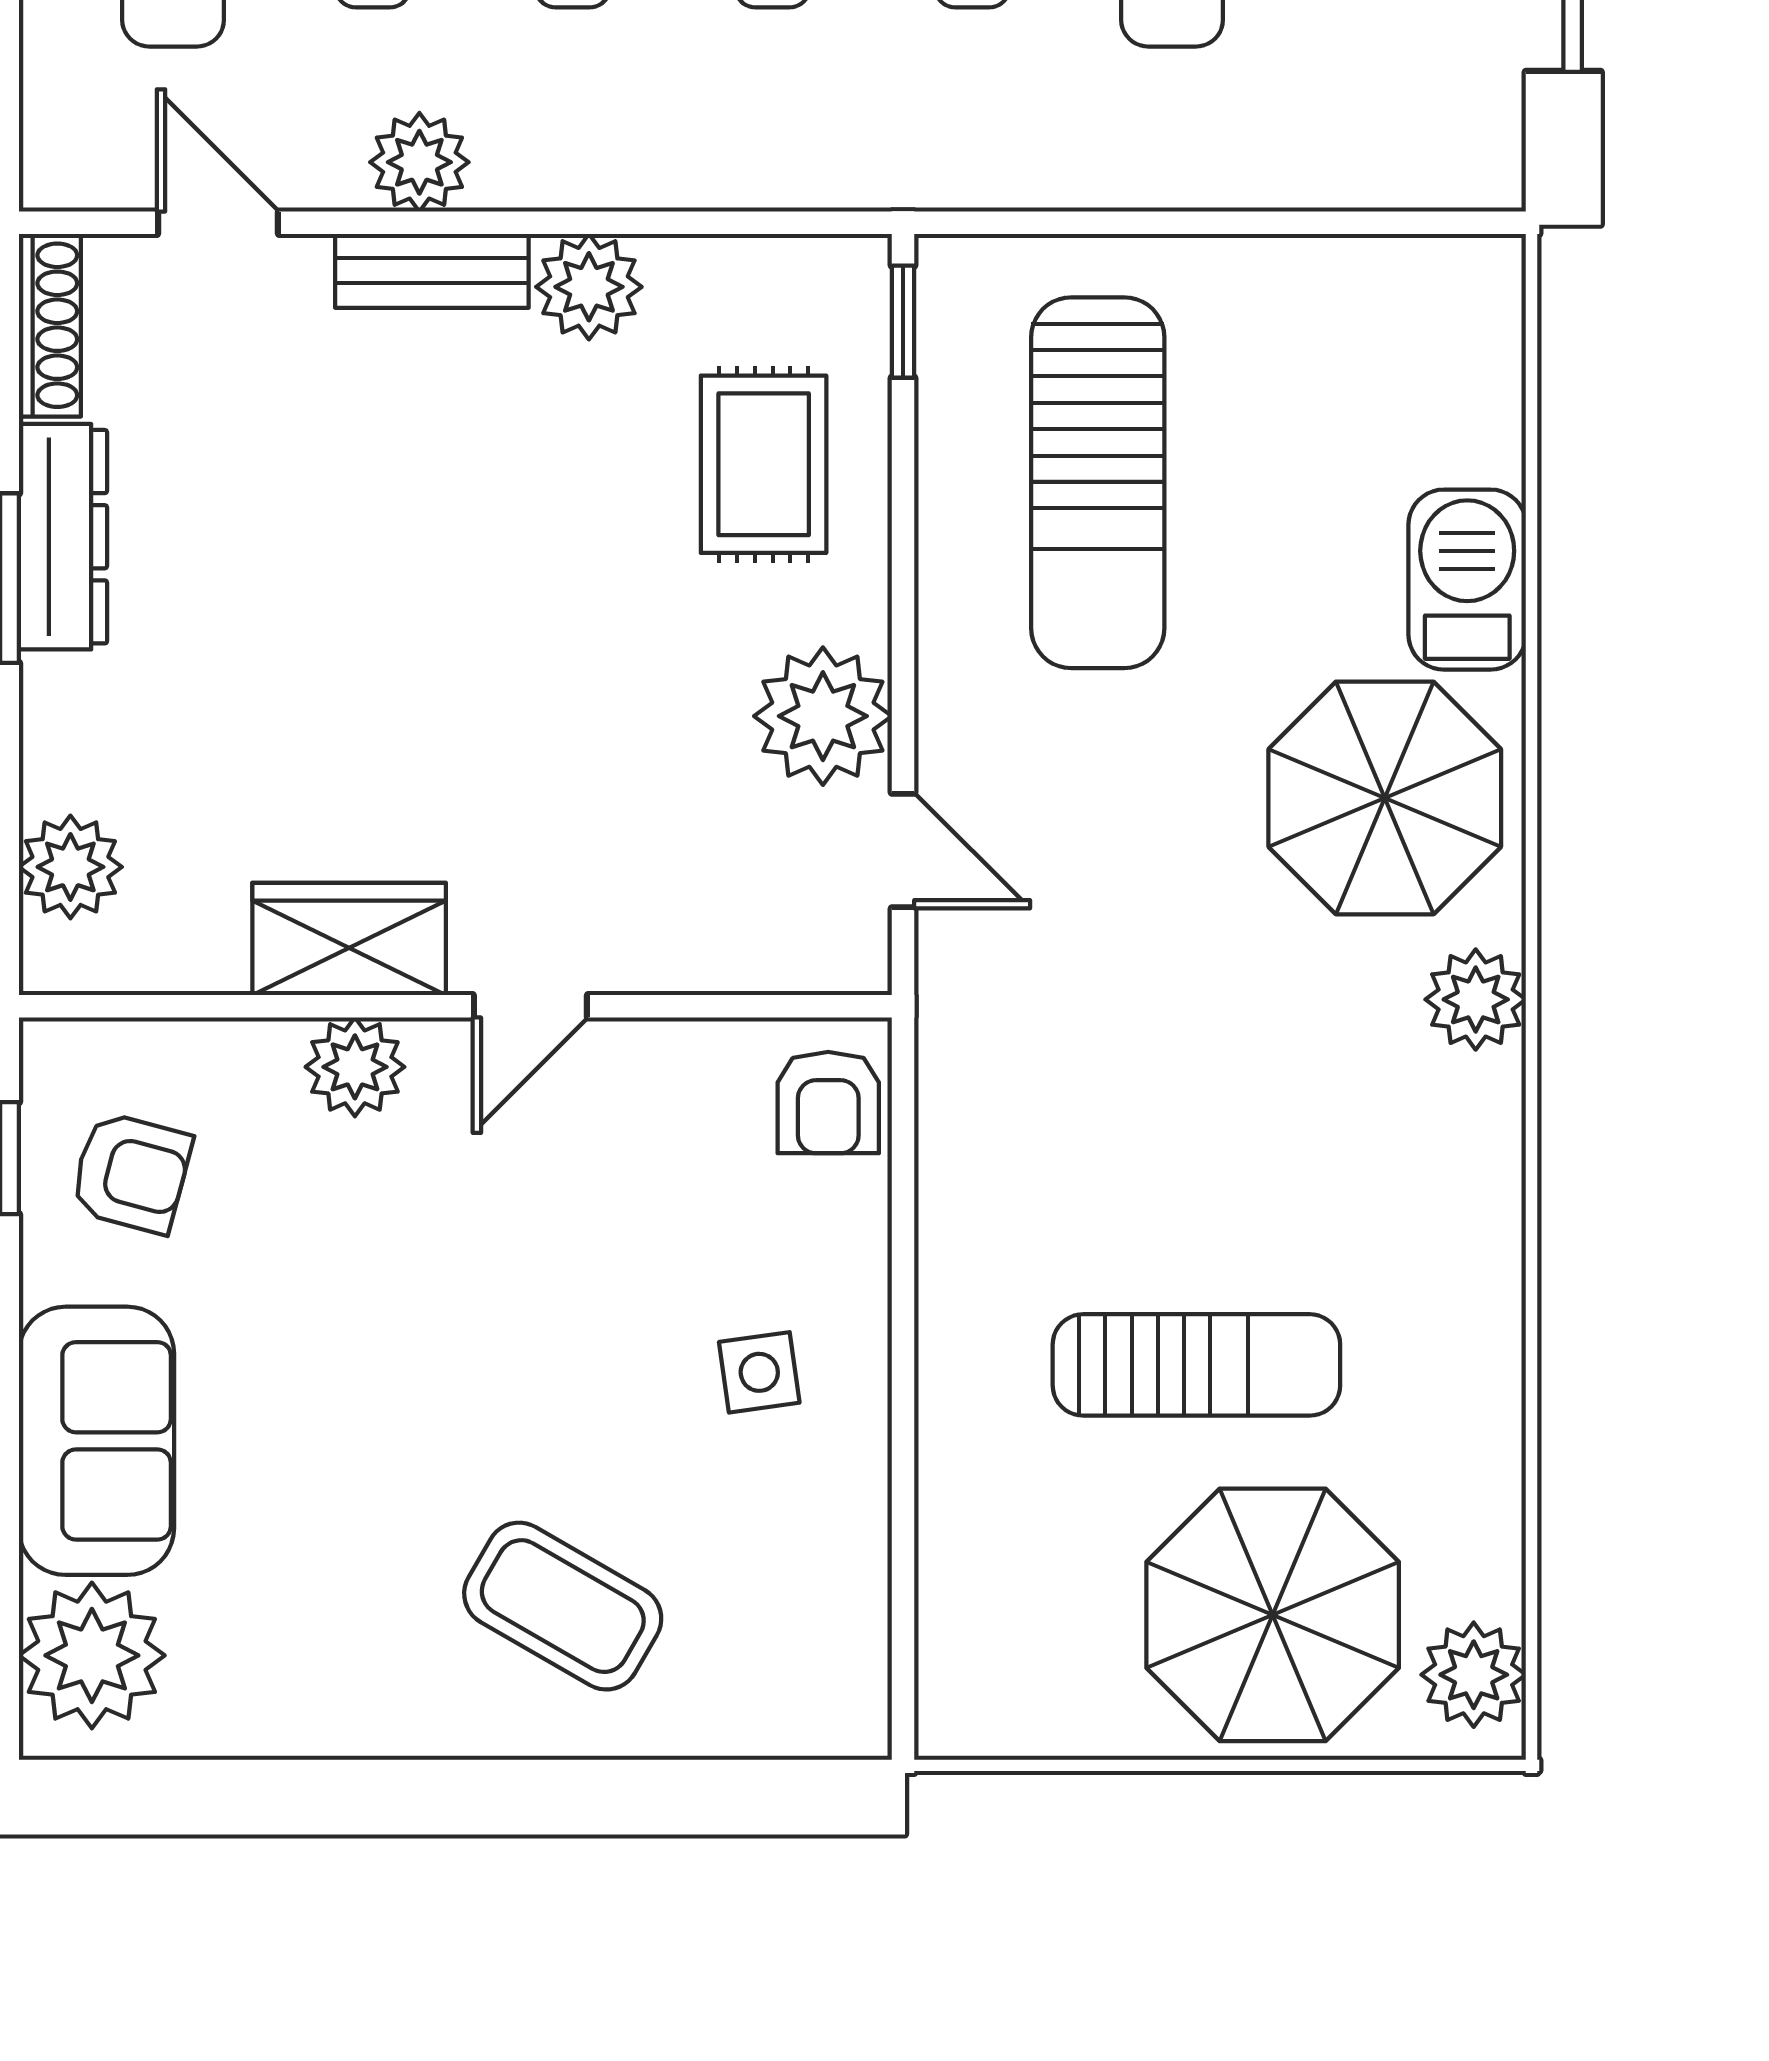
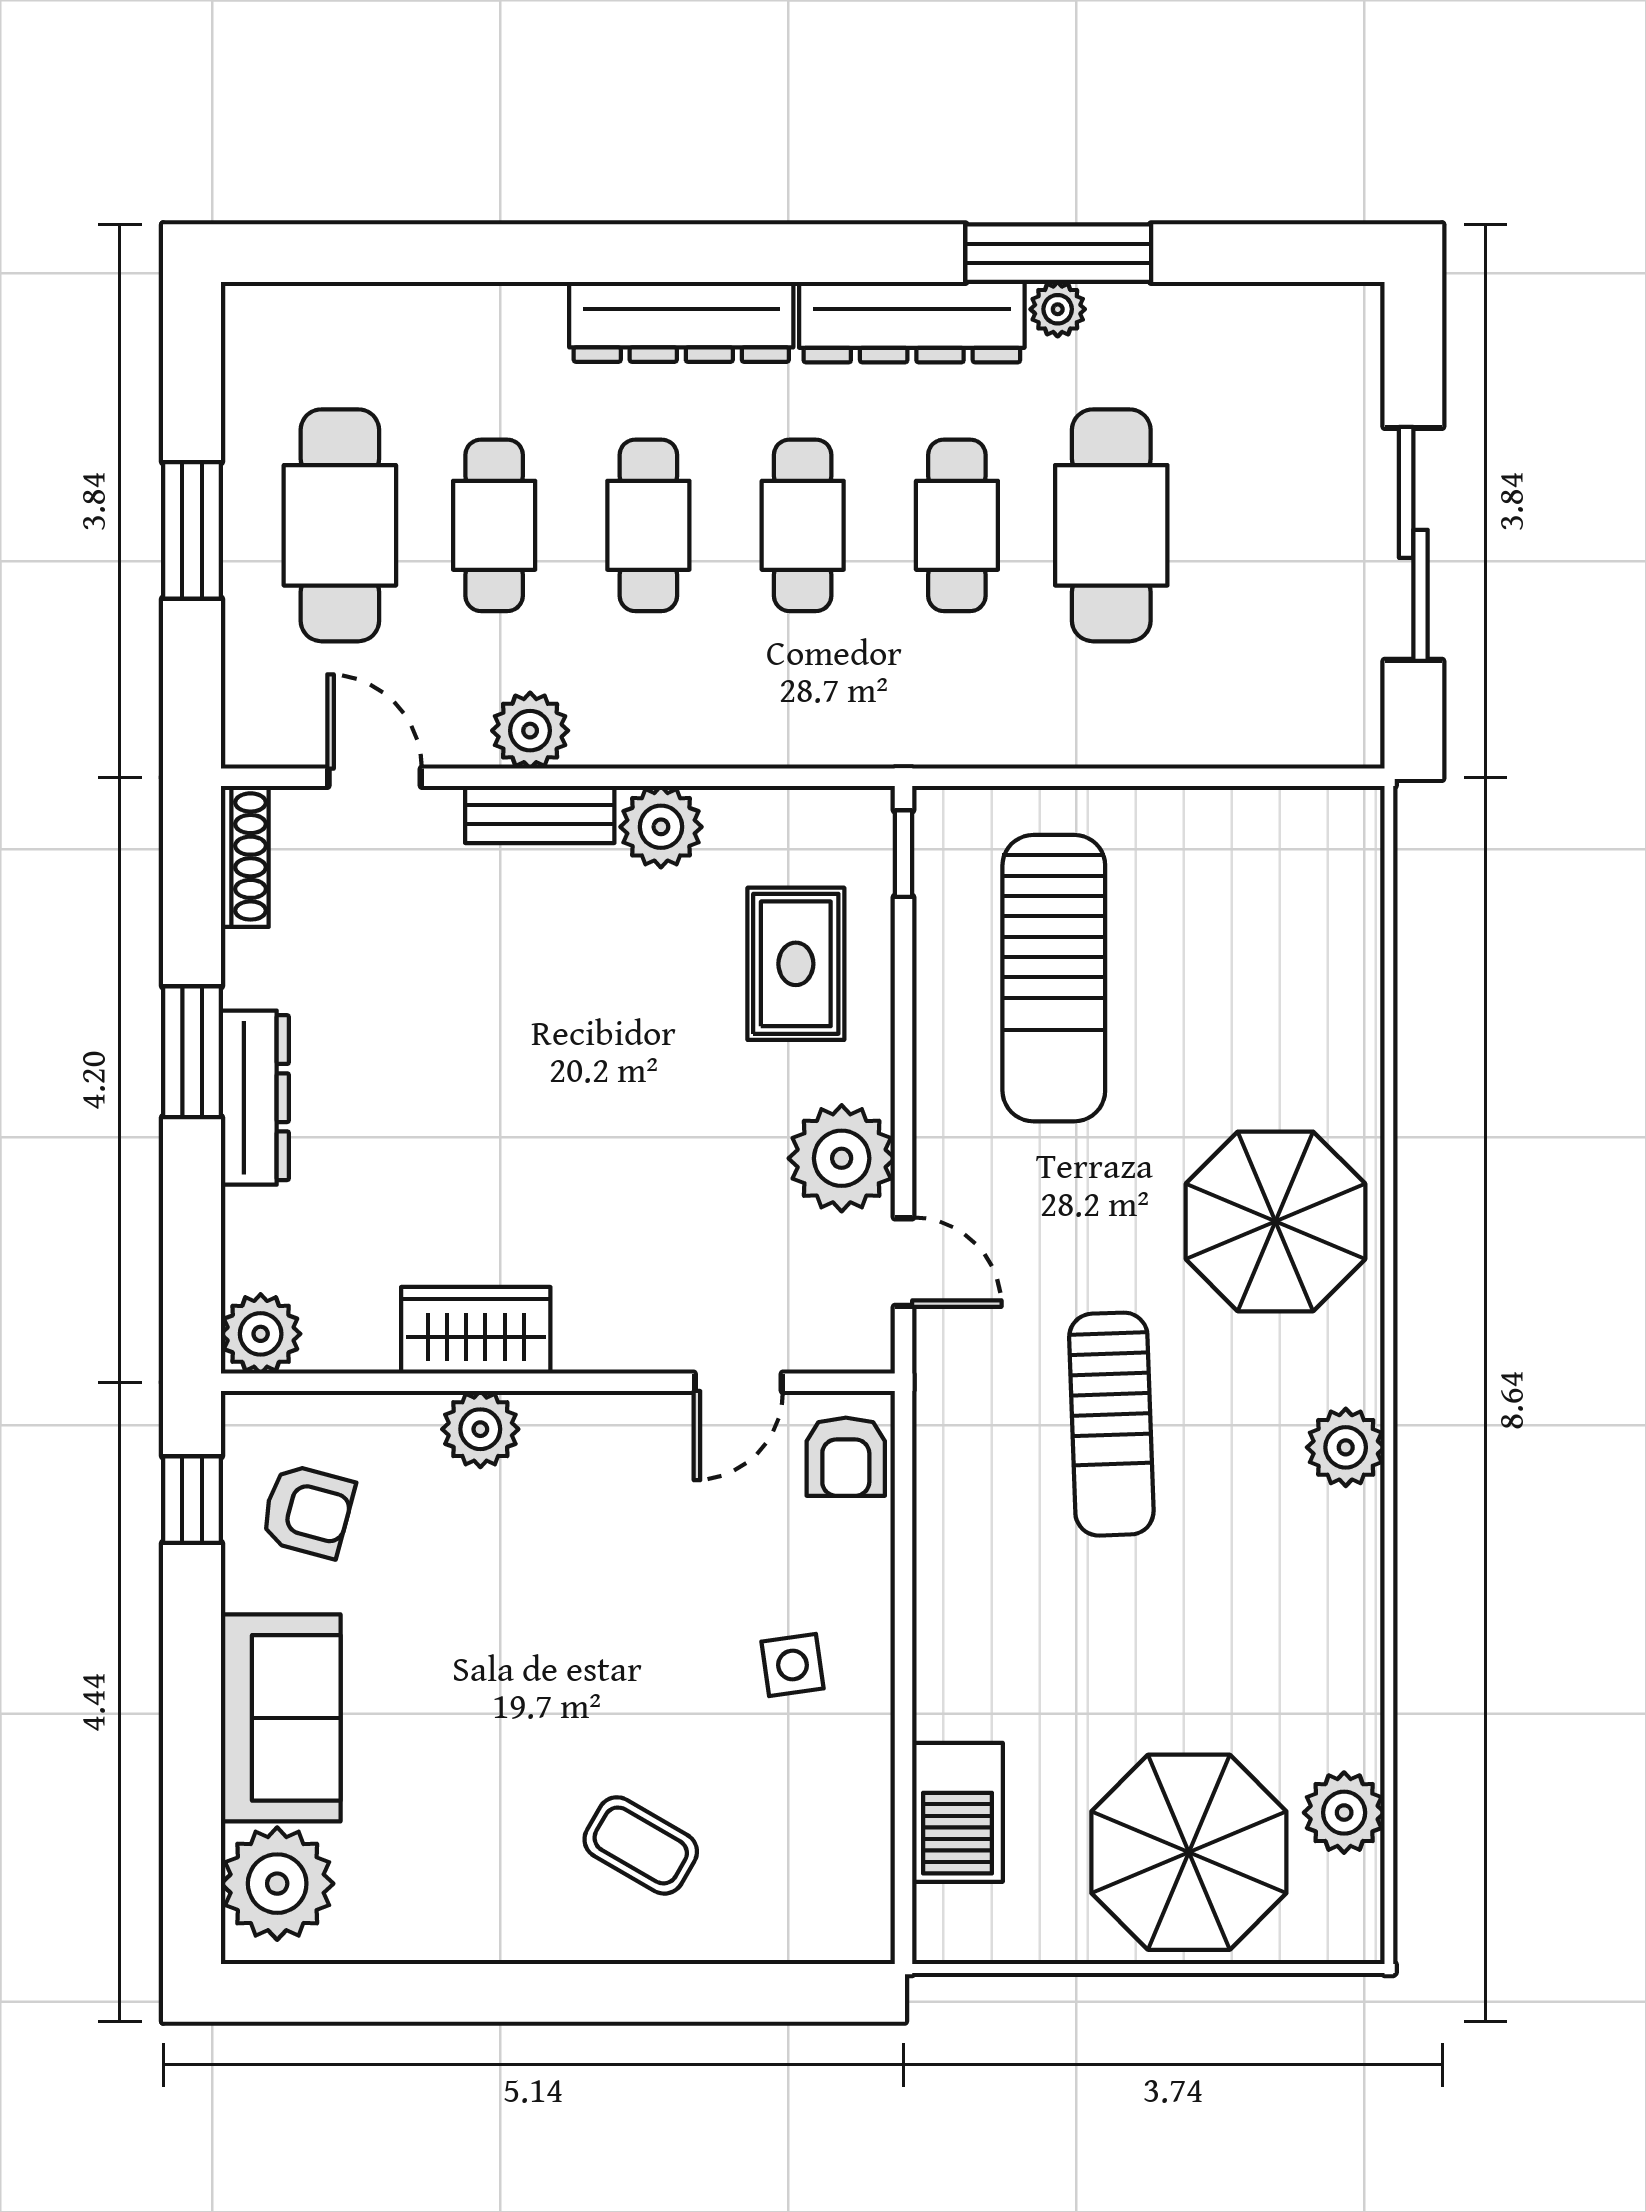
dresser: (63, 537) -> (255, 1098), moved
barbecue: (1467, 580) -> (958, 1812), moved, turned 180
plant: (70, 867) -> (261, 1334), moved
plant: (1476, 999) -> (1346, 1447), moved
door: (530, 1006) -> (738, 1382), moved
sun lounger: (1196, 1365) -> (1111, 1424), moved, turned 88
coffee table: (563, 1606) -> (641, 1845), width x0.73, depth x0.77
plant: (1474, 1675) -> (1344, 1813), moved

